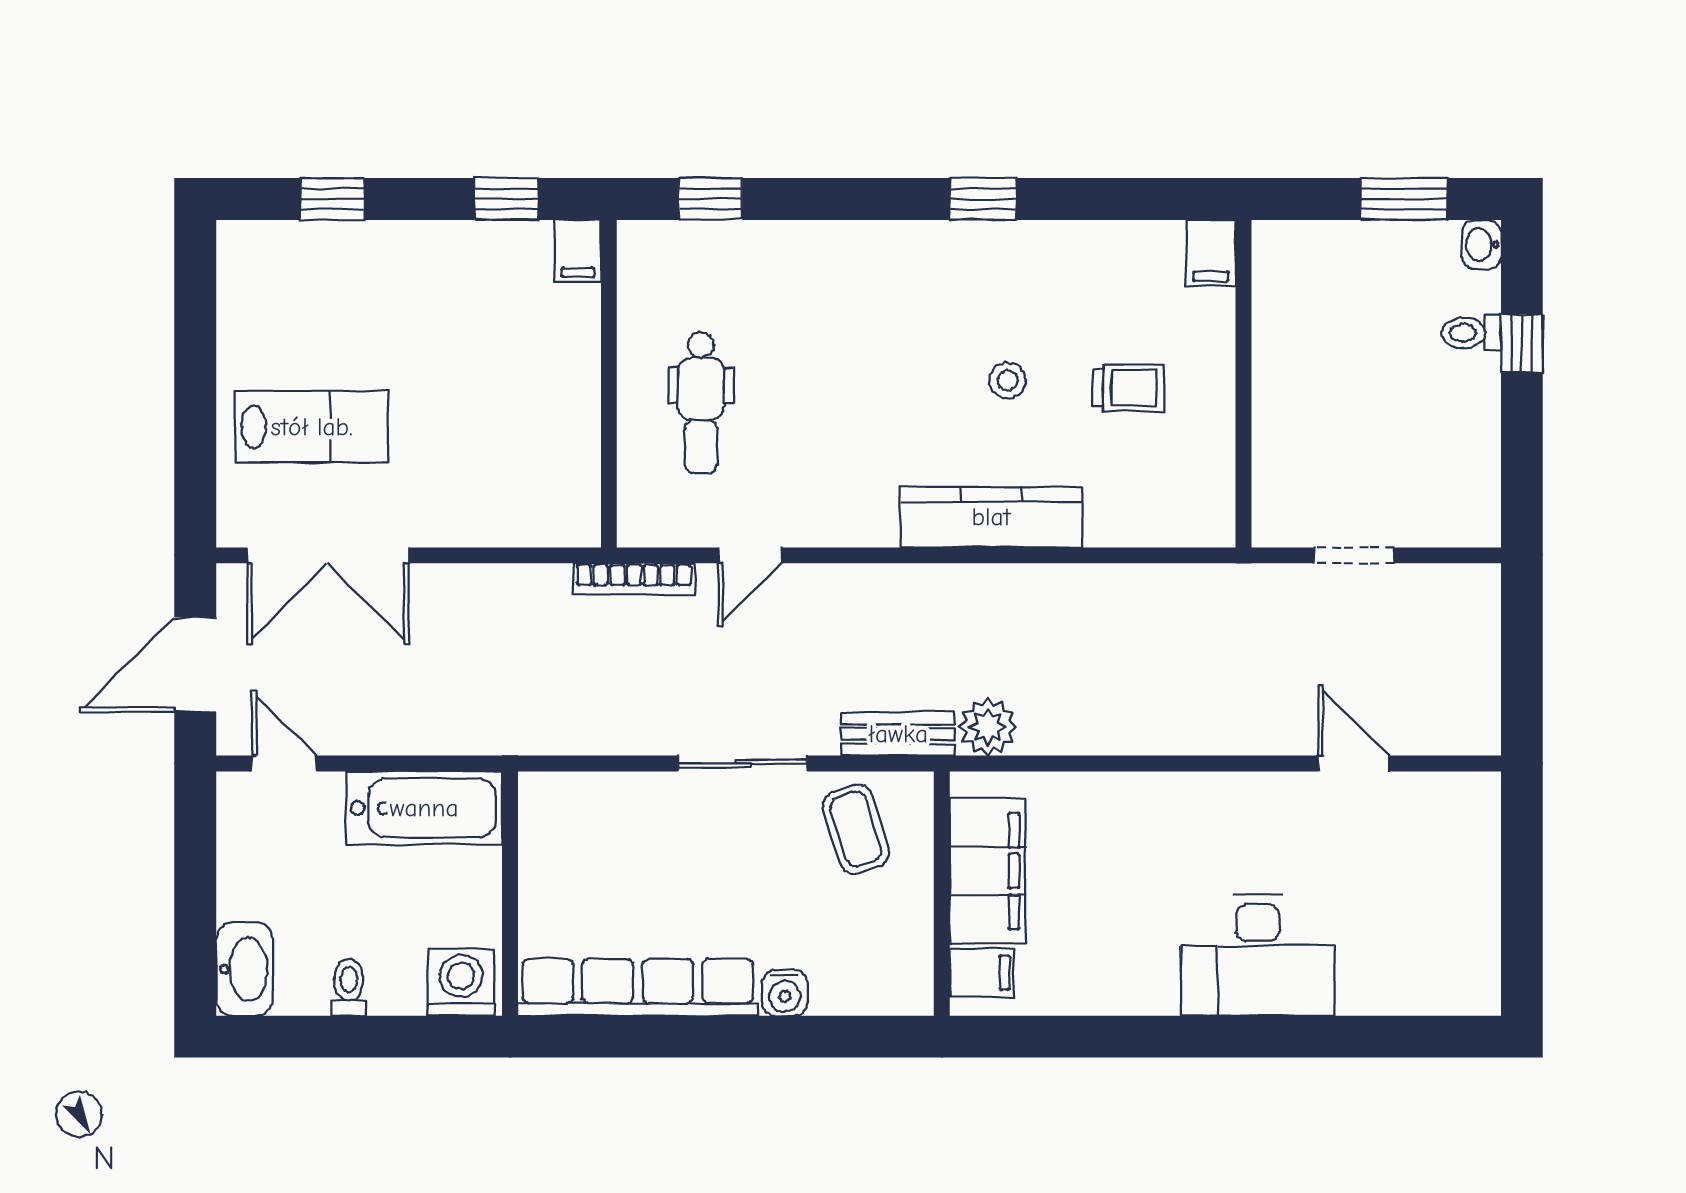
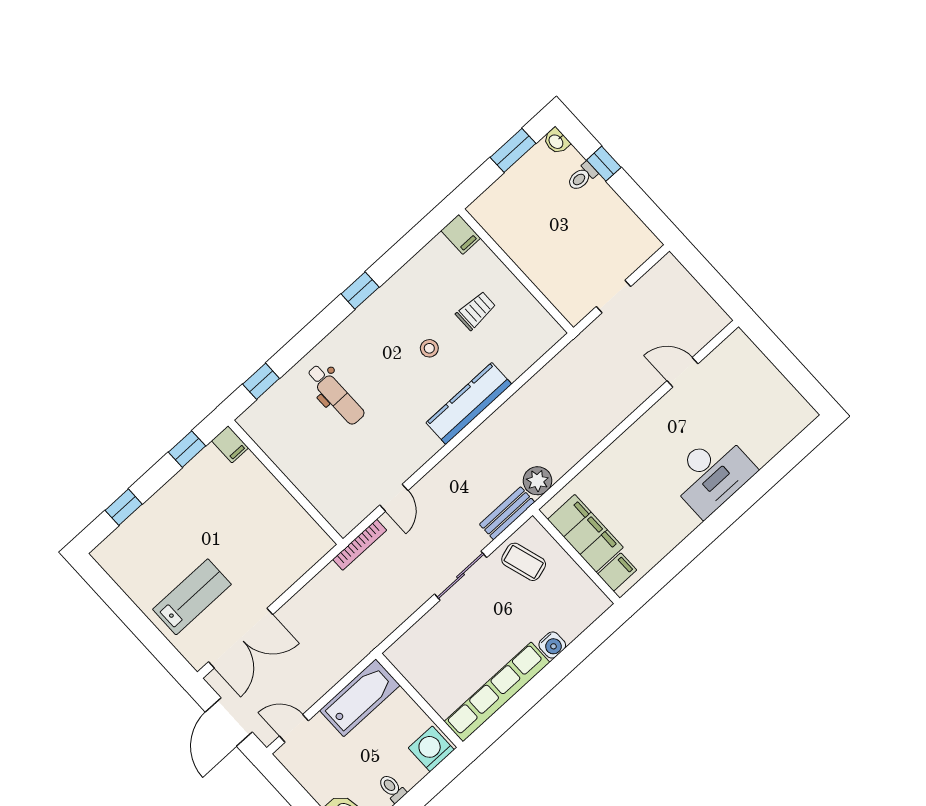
dental chair: (701, 403) -> (336, 394), moved

